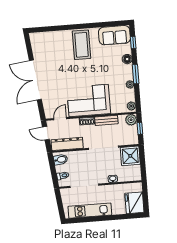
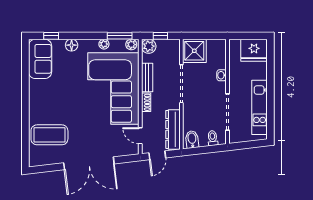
coffee table: (81, 45) -> (49, 135), moved
window: (136, 74) -> (120, 36), moved
corner sofa: (89, 101) -> (113, 88), width x1.36, depth x1.36

